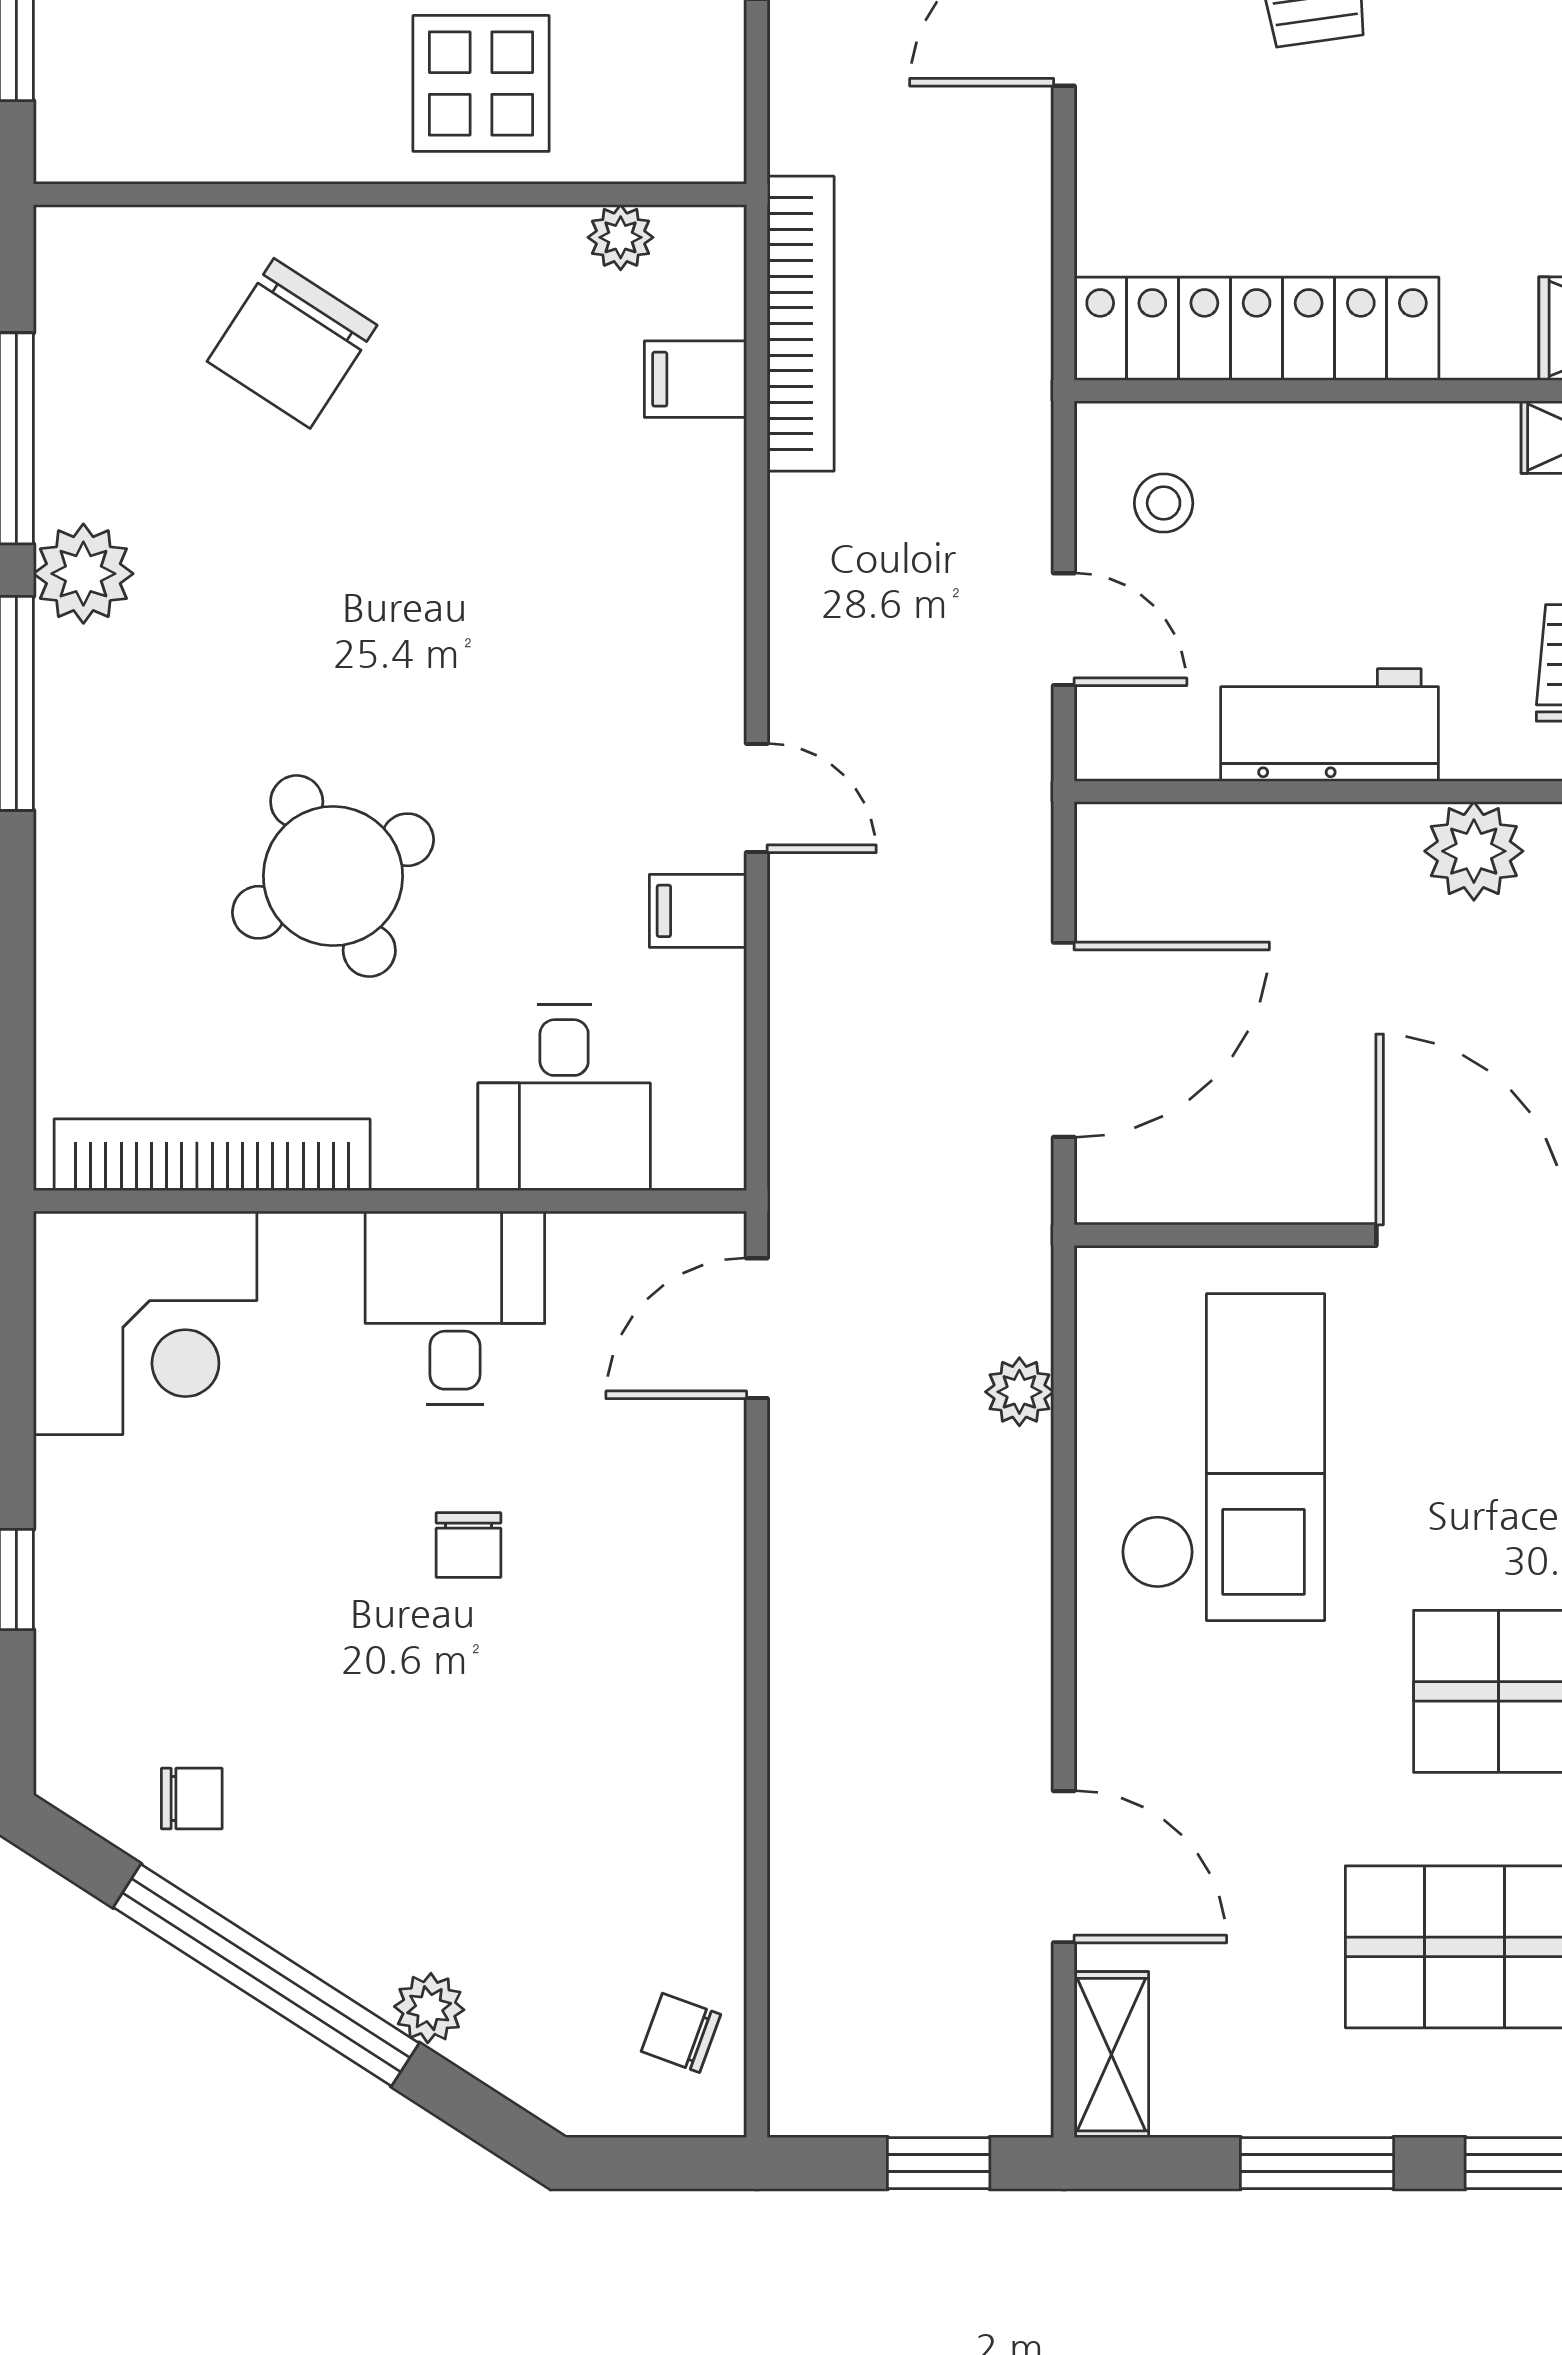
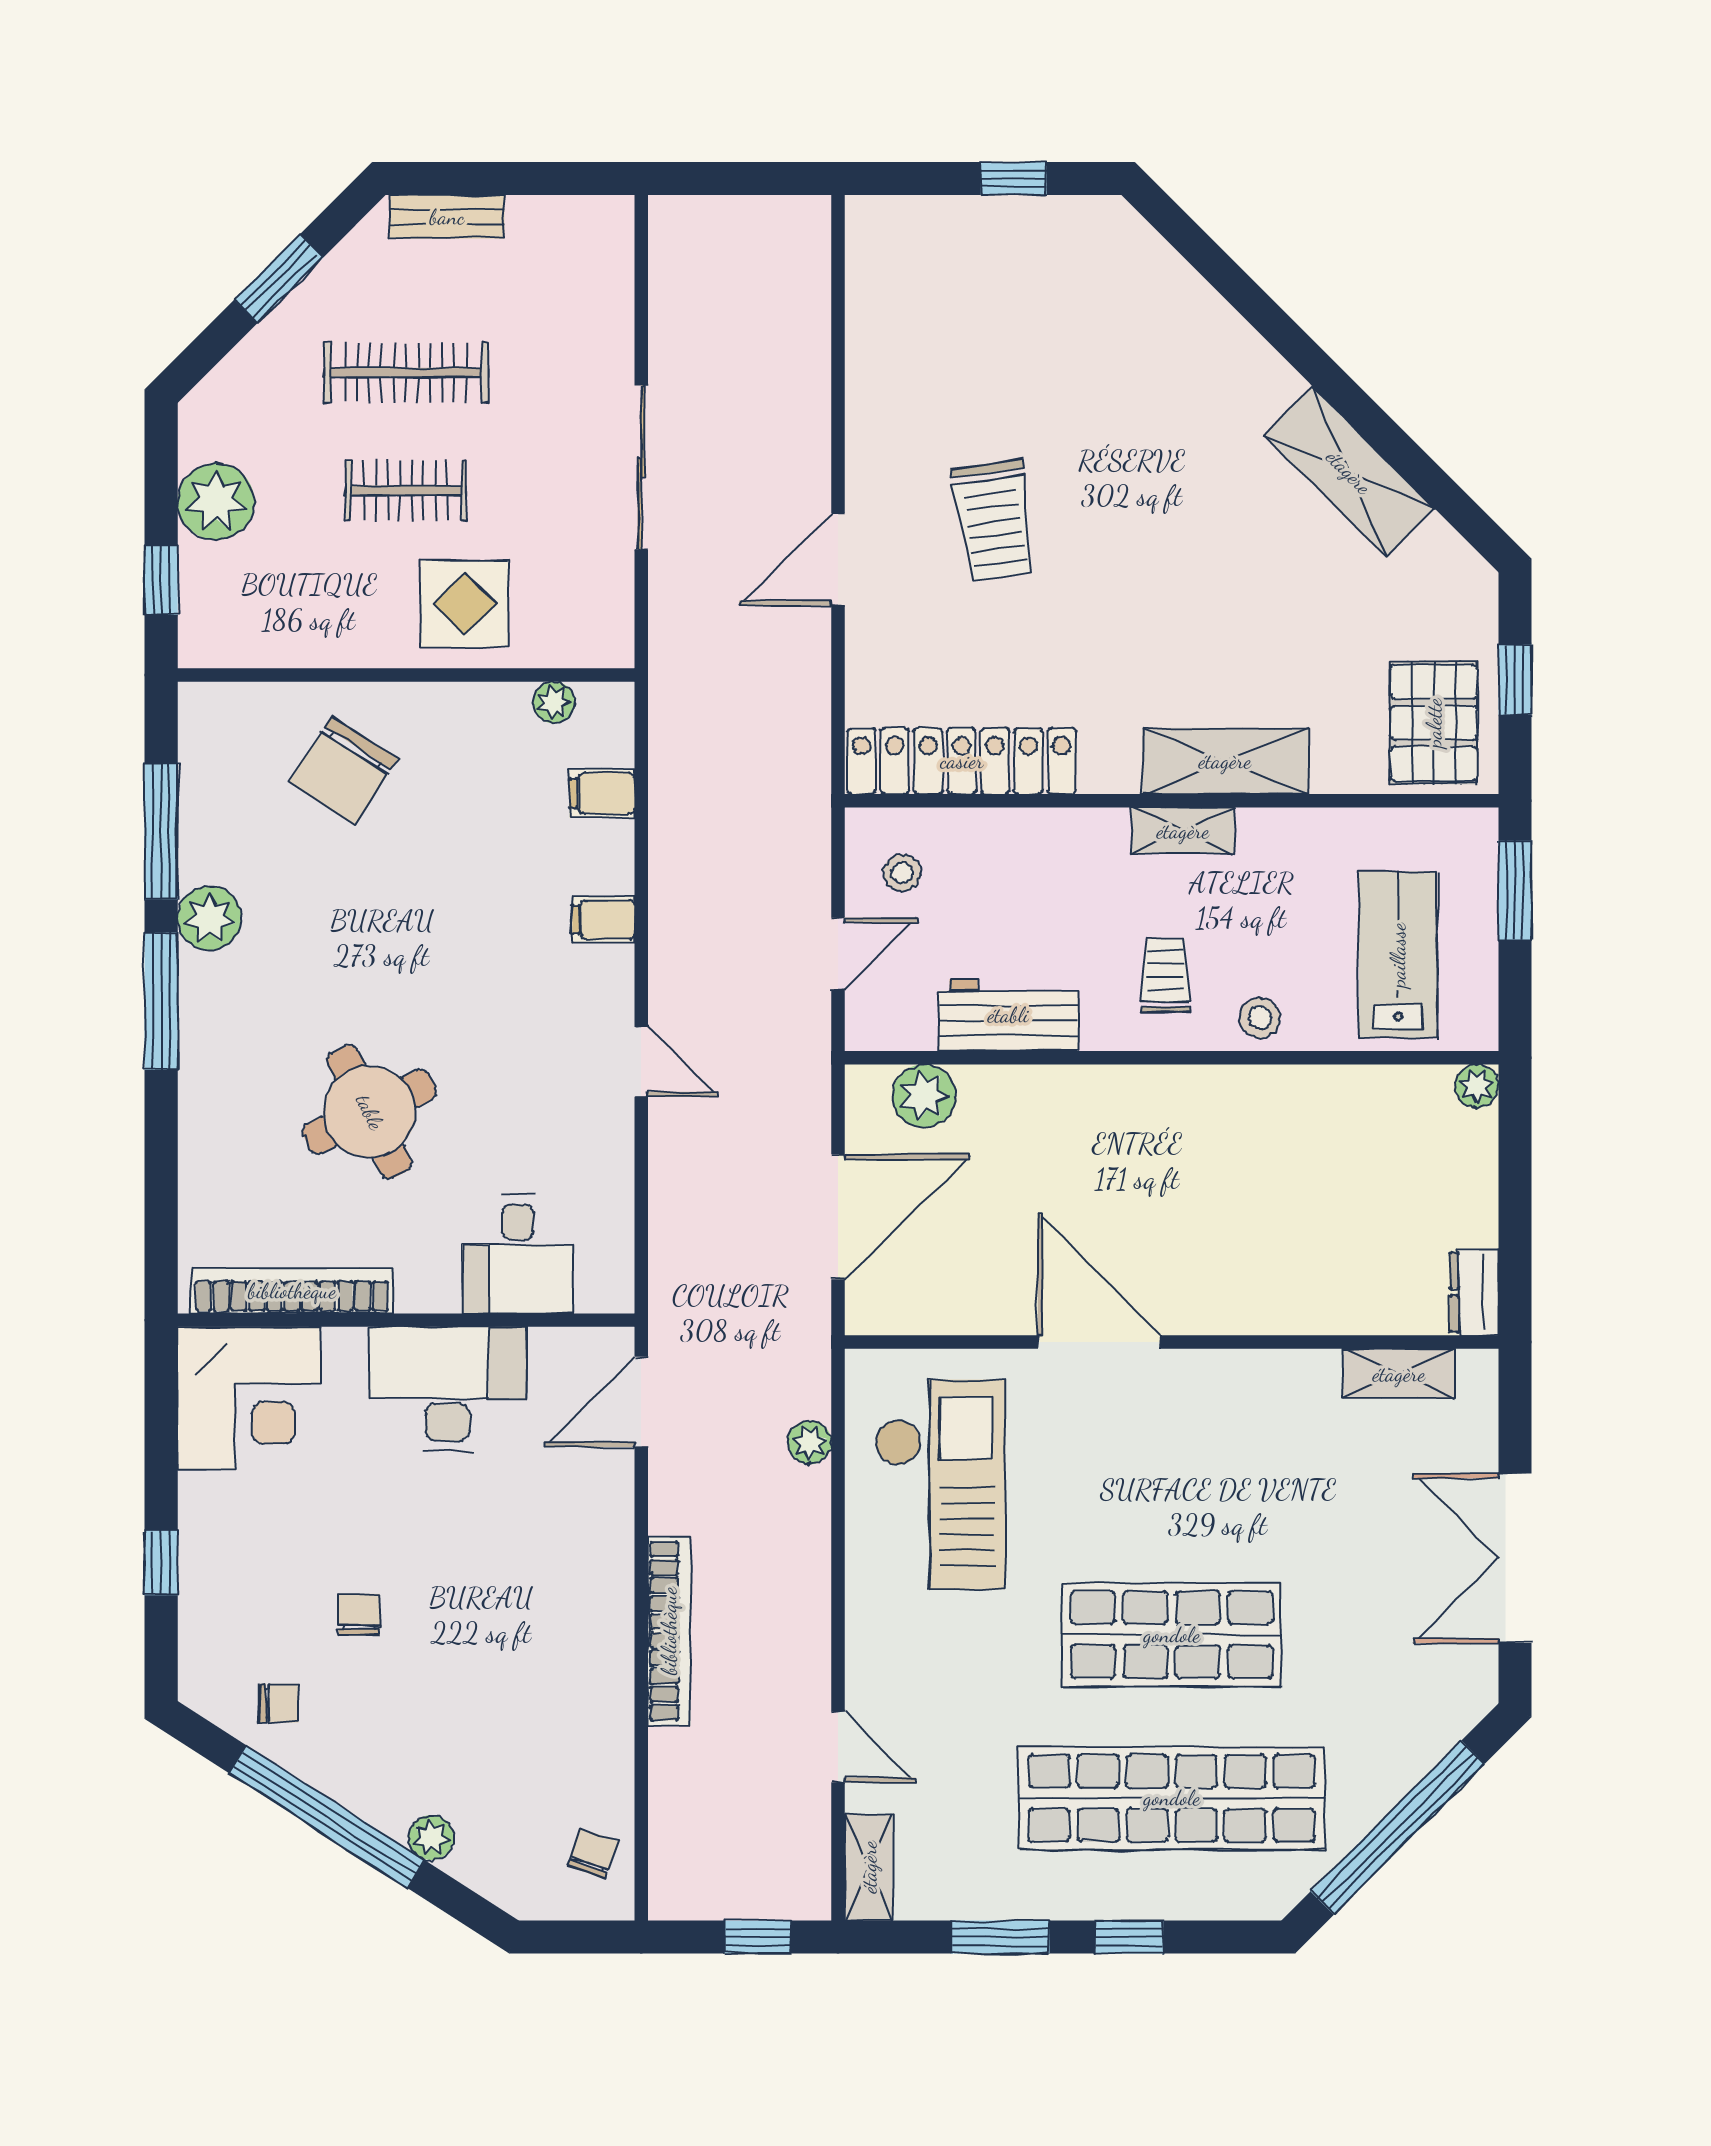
bookcase: (801, 324) -> (669, 1631), moved
door: (1064, 629) -> (838, 954), hinge flipped
plant: (1474, 851) -> (924, 1096), moved
filing cabinet: (698, 911) -> (603, 919), moved
desk: (455, 1308) -> (448, 1389), width x1.37
chair: (468, 1545) -> (359, 1615), moved, turned 180
door: (1064, 1867) -> (838, 1747), width x0.73
chair: (681, 2033) -> (593, 1853), turned 89

